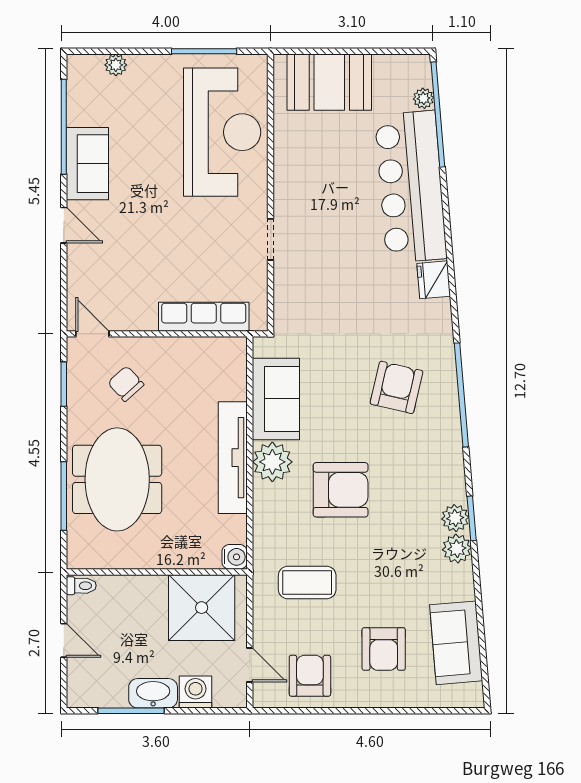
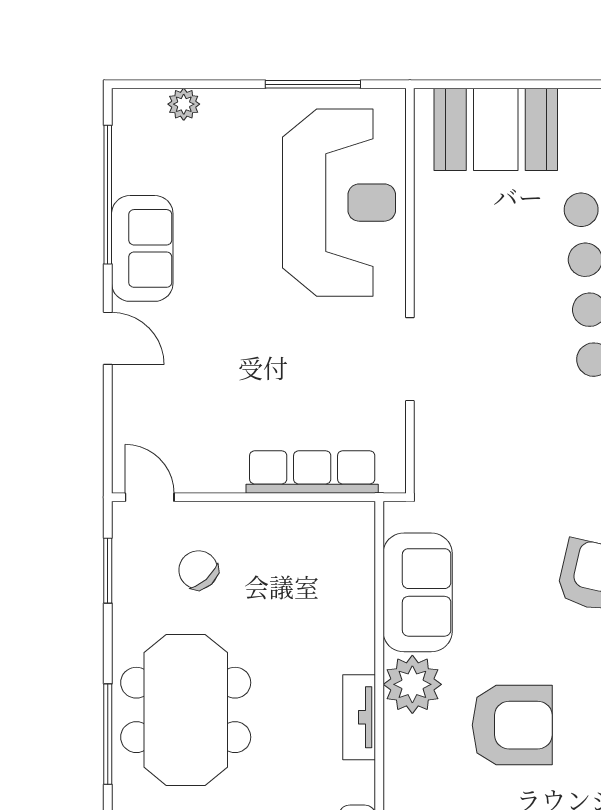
doorway: (271, 239) -> (410, 359), width x1.38
tv unit: (233, 458) -> (359, 717), width x0.52, depth x0.78

